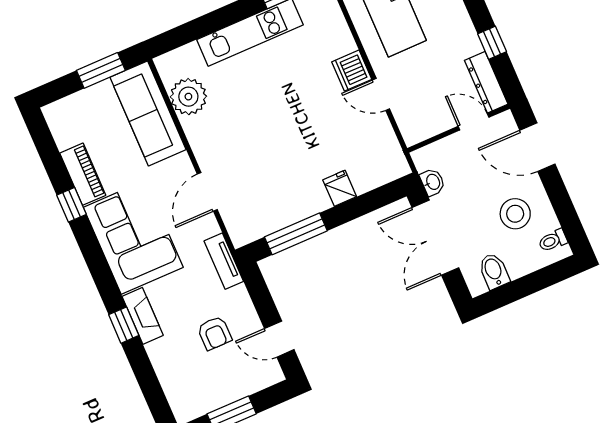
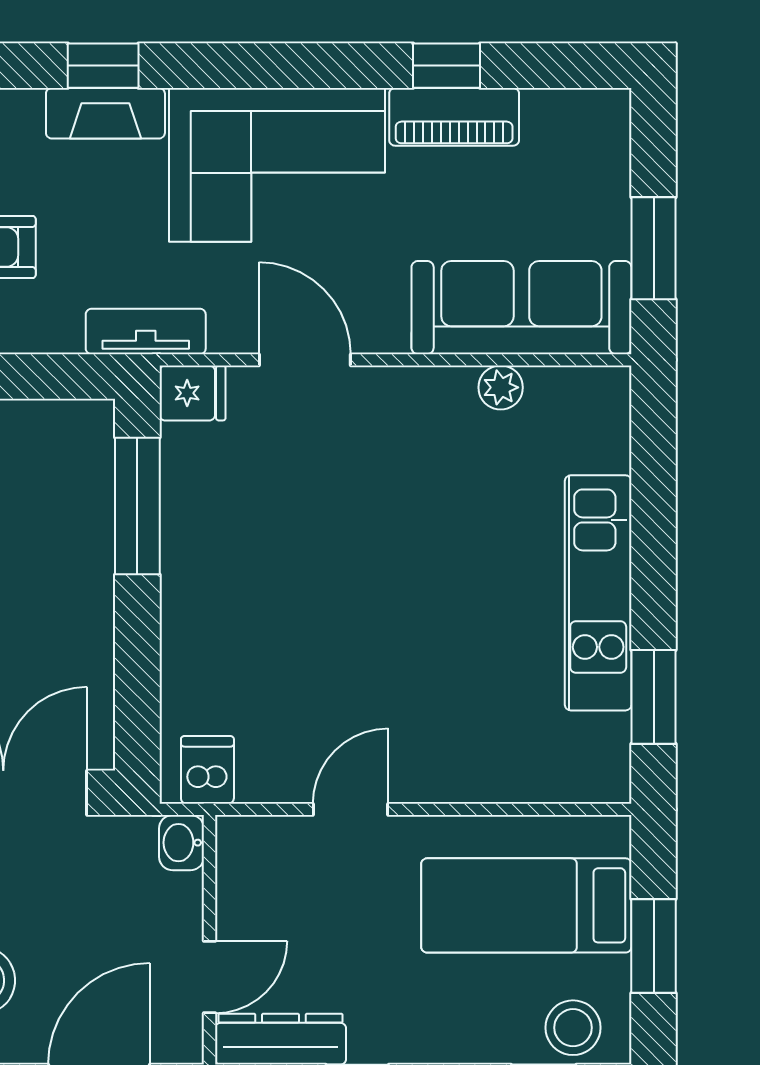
dishwasher: (352, 71) -> (207, 770), moved, width x0.73
plant: (188, 97) -> (501, 387), width x0.53, depth x0.53
washbasin: (433, 182) -> (182, 843), moved, turned 90
fridge: (340, 188) -> (192, 393), moved
window: (71, 205) -> (446, 66), moved

